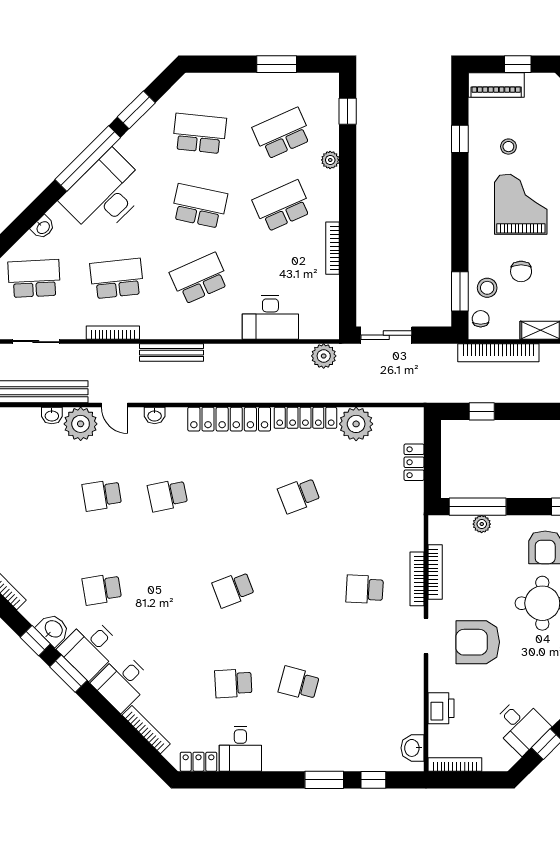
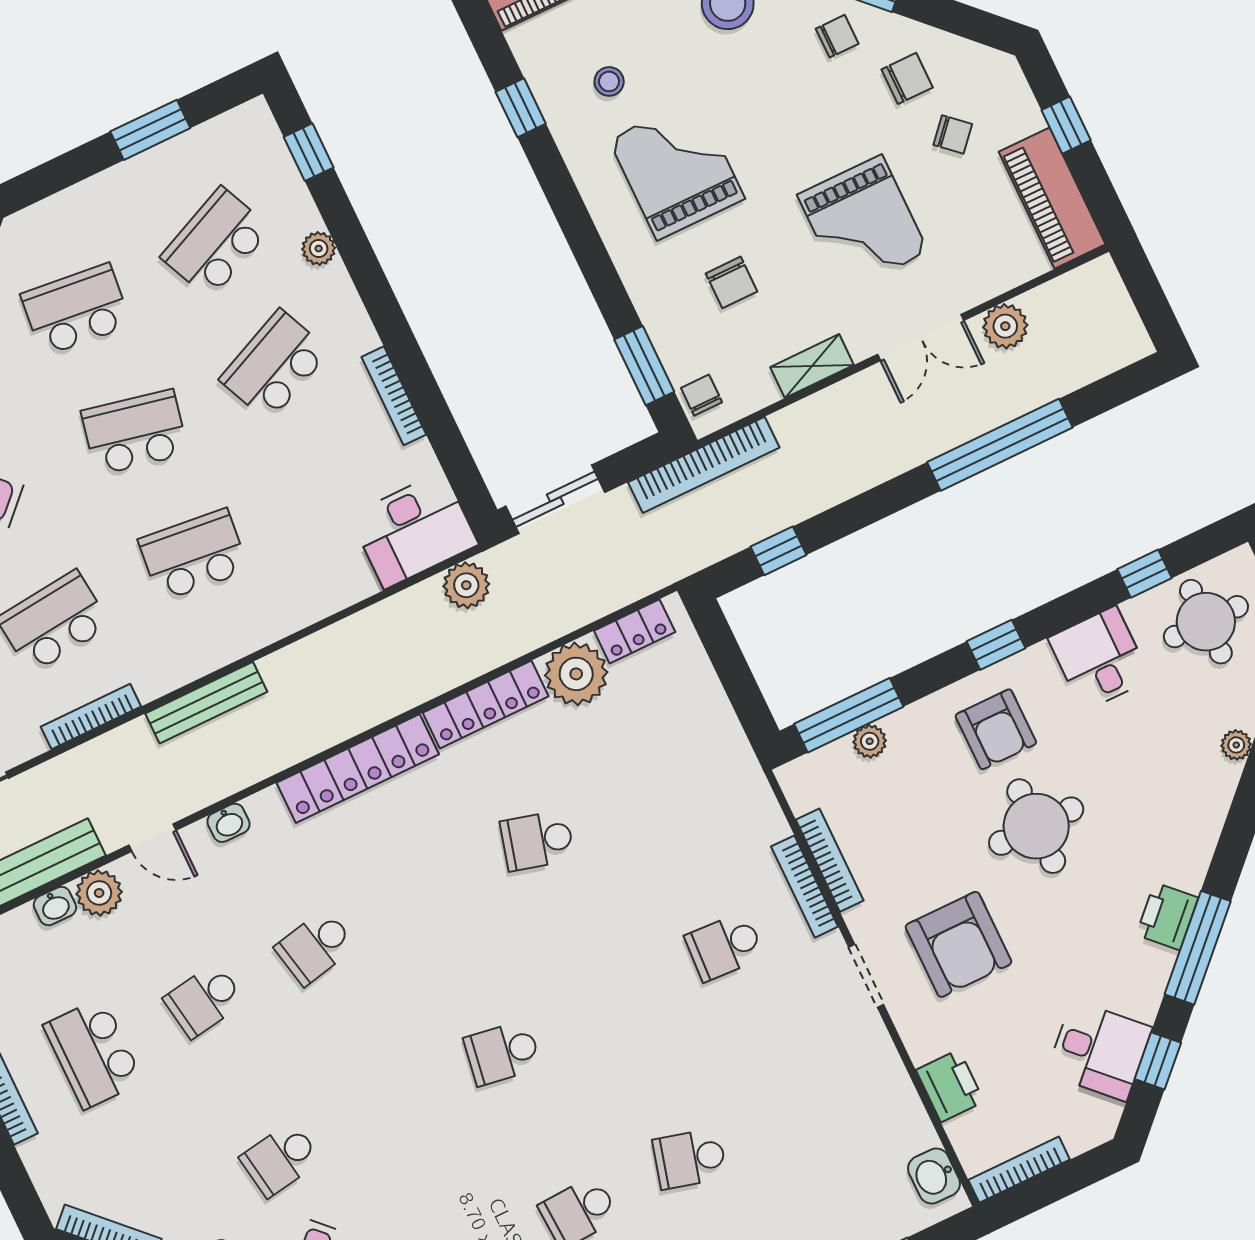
school desk: (199, 278) -> (193, 555), turned 30
stool: (487, 288) -> (687, 337), removed
desk: (270, 317) -> (414, 530), moved
bookcase: (498, 353) -> (704, 465), moved
plant: (81, 424) -> (99, 893), width x0.73, depth x0.73
locker: (414, 462) -> (635, 631), moved, turned -90
school desk: (36, 495) -> (93, 1053), added
school desk: (299, 495) -> (537, 841), turned 36
school desk: (233, 589) -> (502, 1053), turned 30
armchair: (478, 642) -> (958, 944), turned -90

